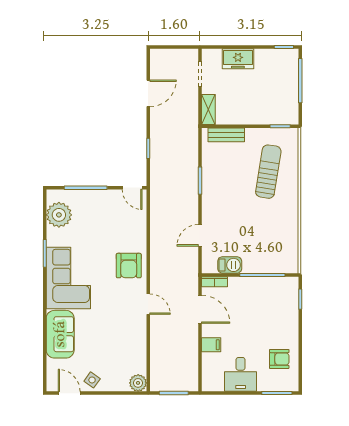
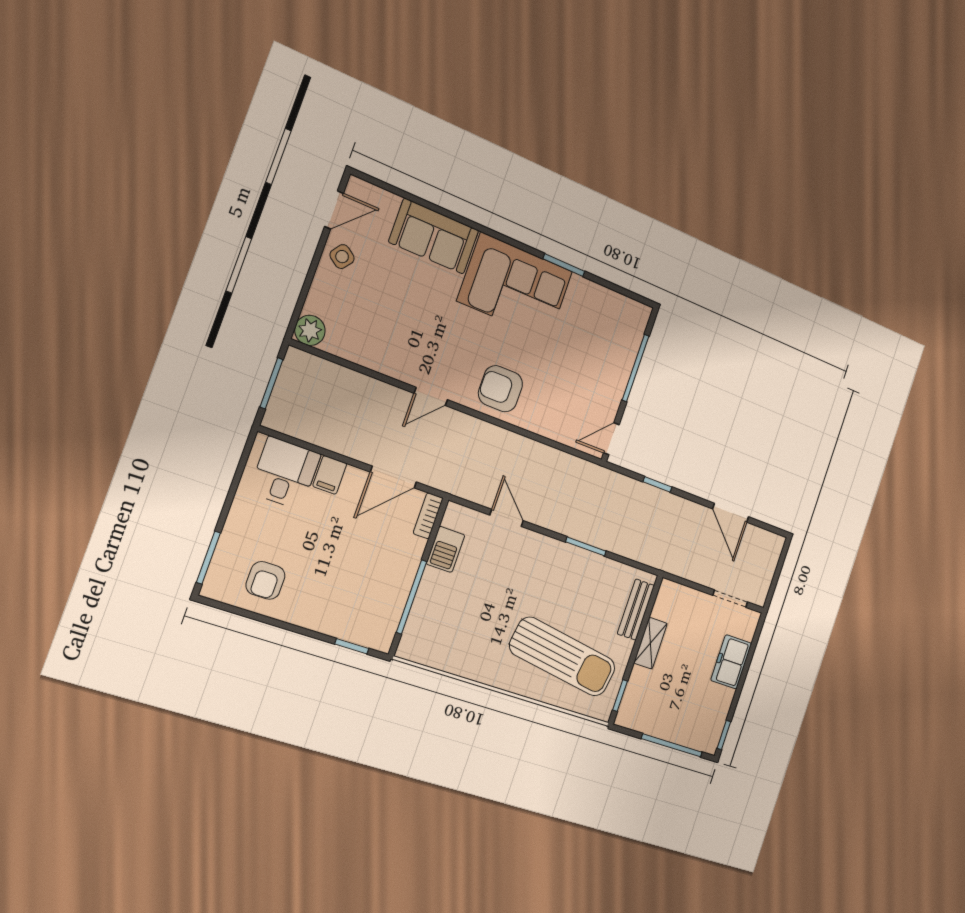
shelving: (208, 109) -> (650, 643), moved, turned 90
sun lounger: (268, 172) -> (563, 657), width x1.36, depth x1.34
plant: (59, 215) -> (612, 311), removed
desk: (241, 374) -> (285, 473), moved, turned 90

